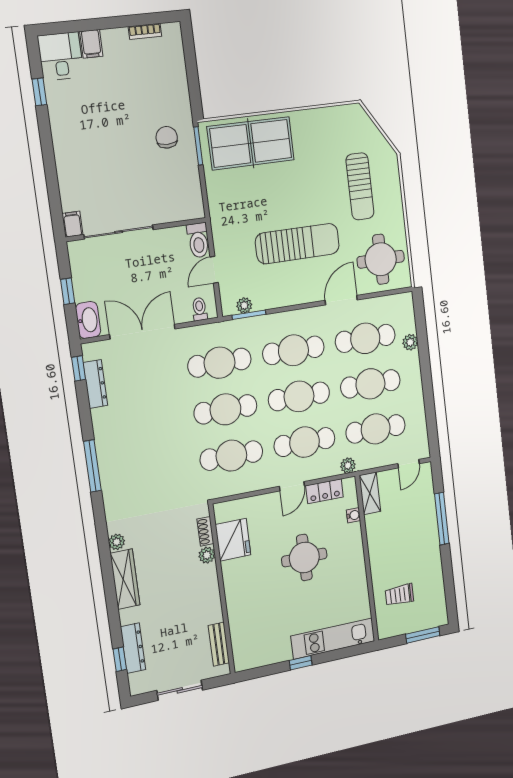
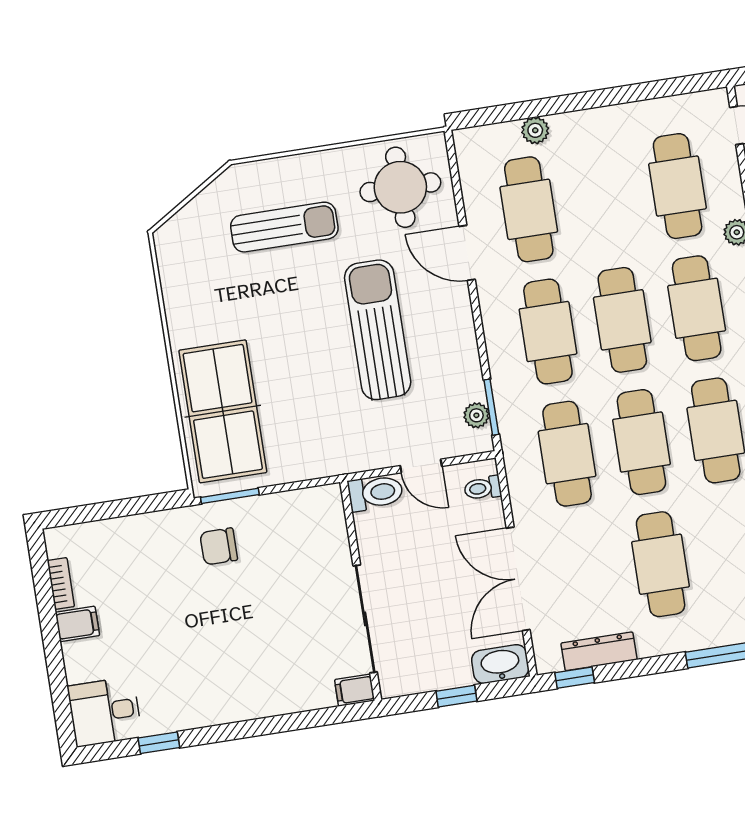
filing cabinet: (91, 44) -> (77, 624), moved
cafe table: (370, 384) -> (661, 564), moved

